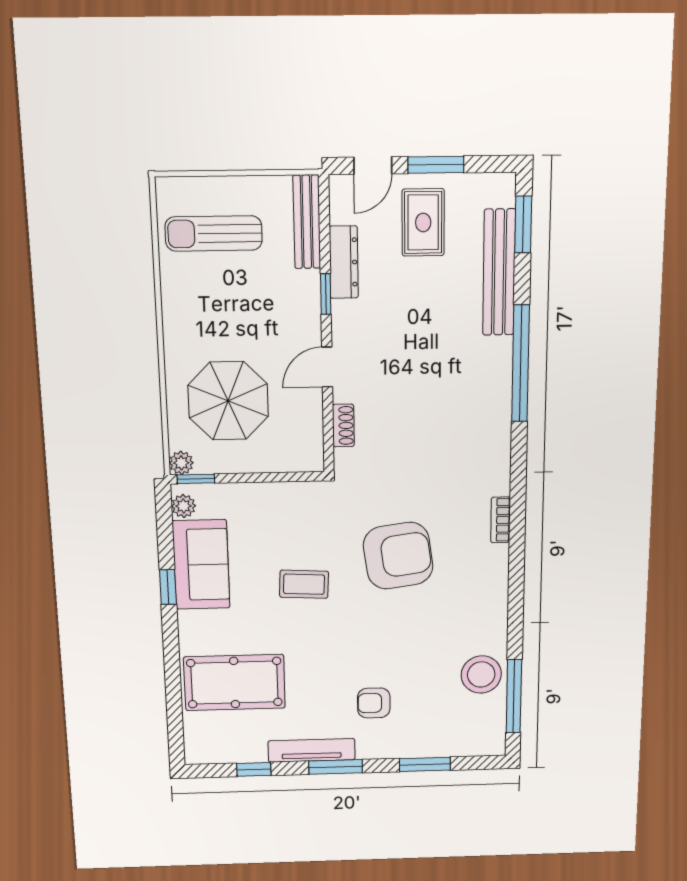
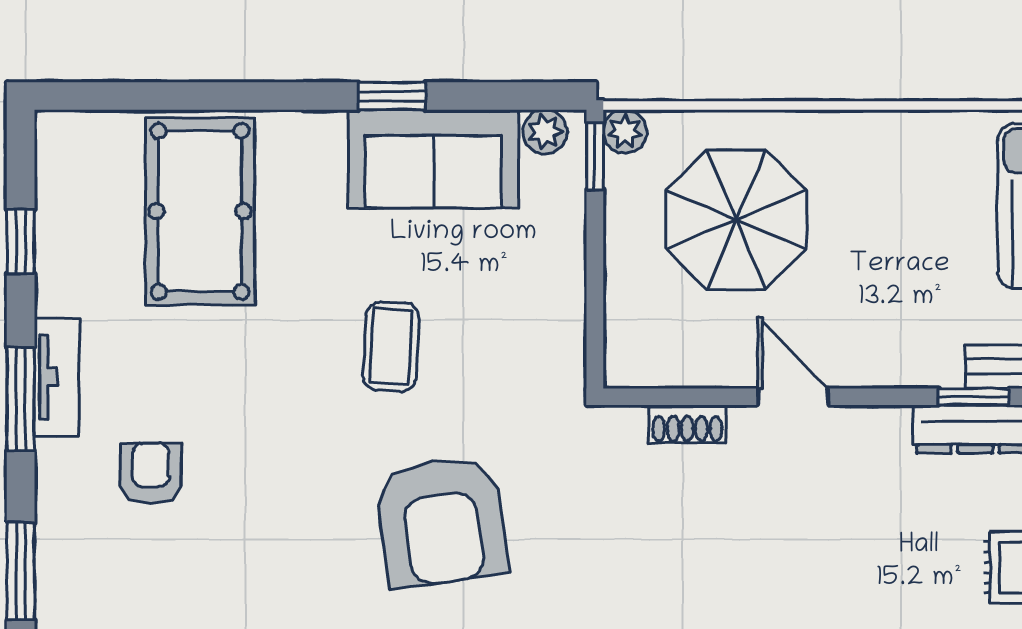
window: (326, 294) -> (973, 397), moved
tv unit: (312, 750) -> (57, 377), width x0.71

